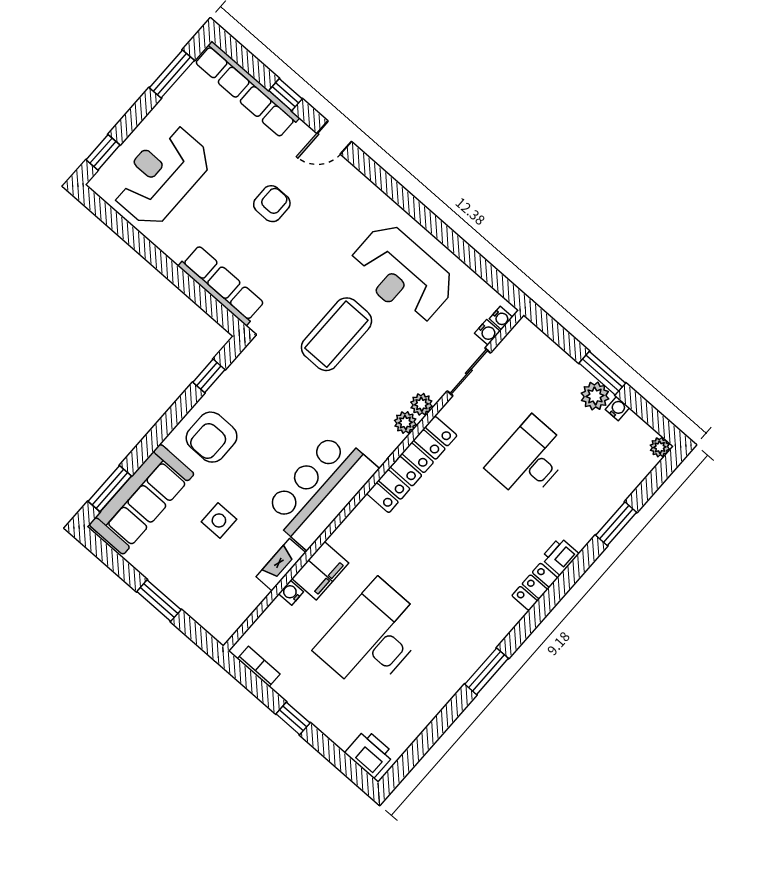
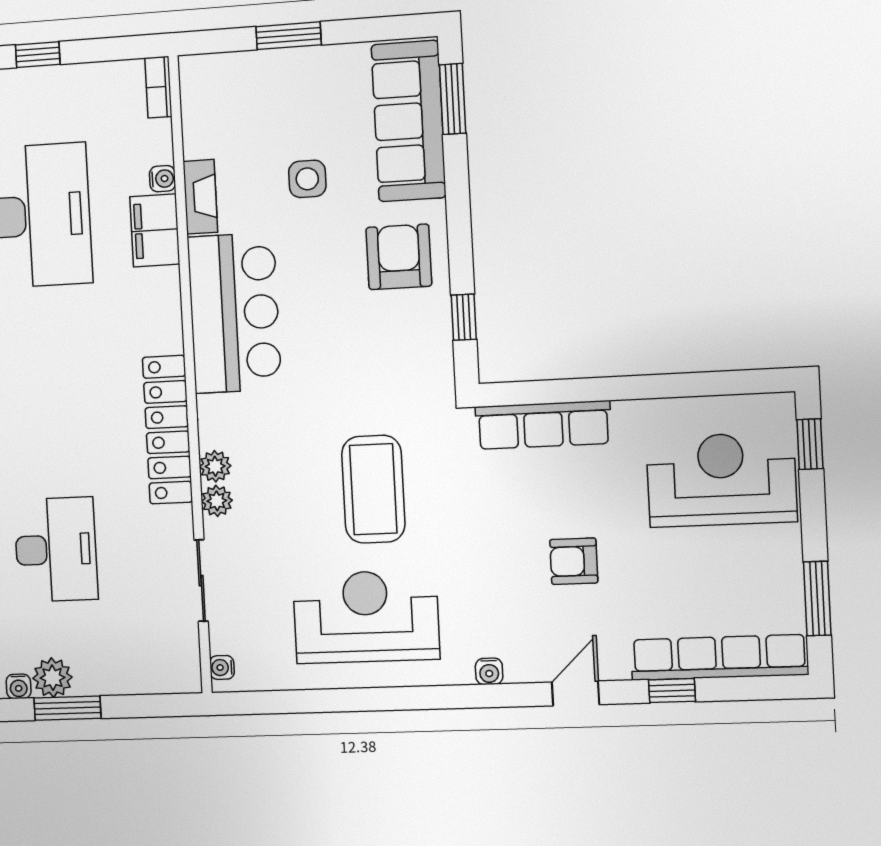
reception desk: (162, 175) -> (721, 480), turned -90
armchair: (272, 204) -> (574, 561), turned 90
water cooler: (487, 332) -> (489, 671), moved, turned -90
bookcase: (259, 667) -> (158, 87), moved, turned 90

